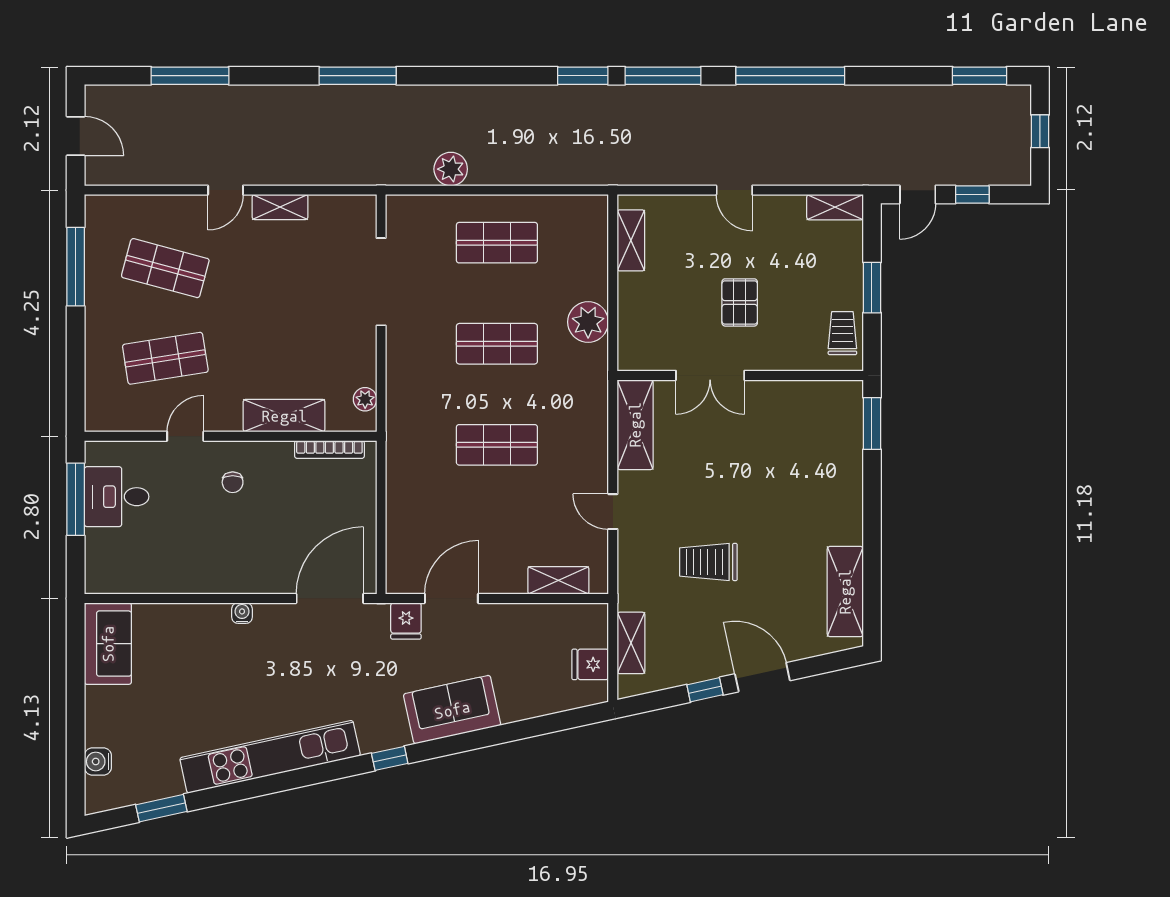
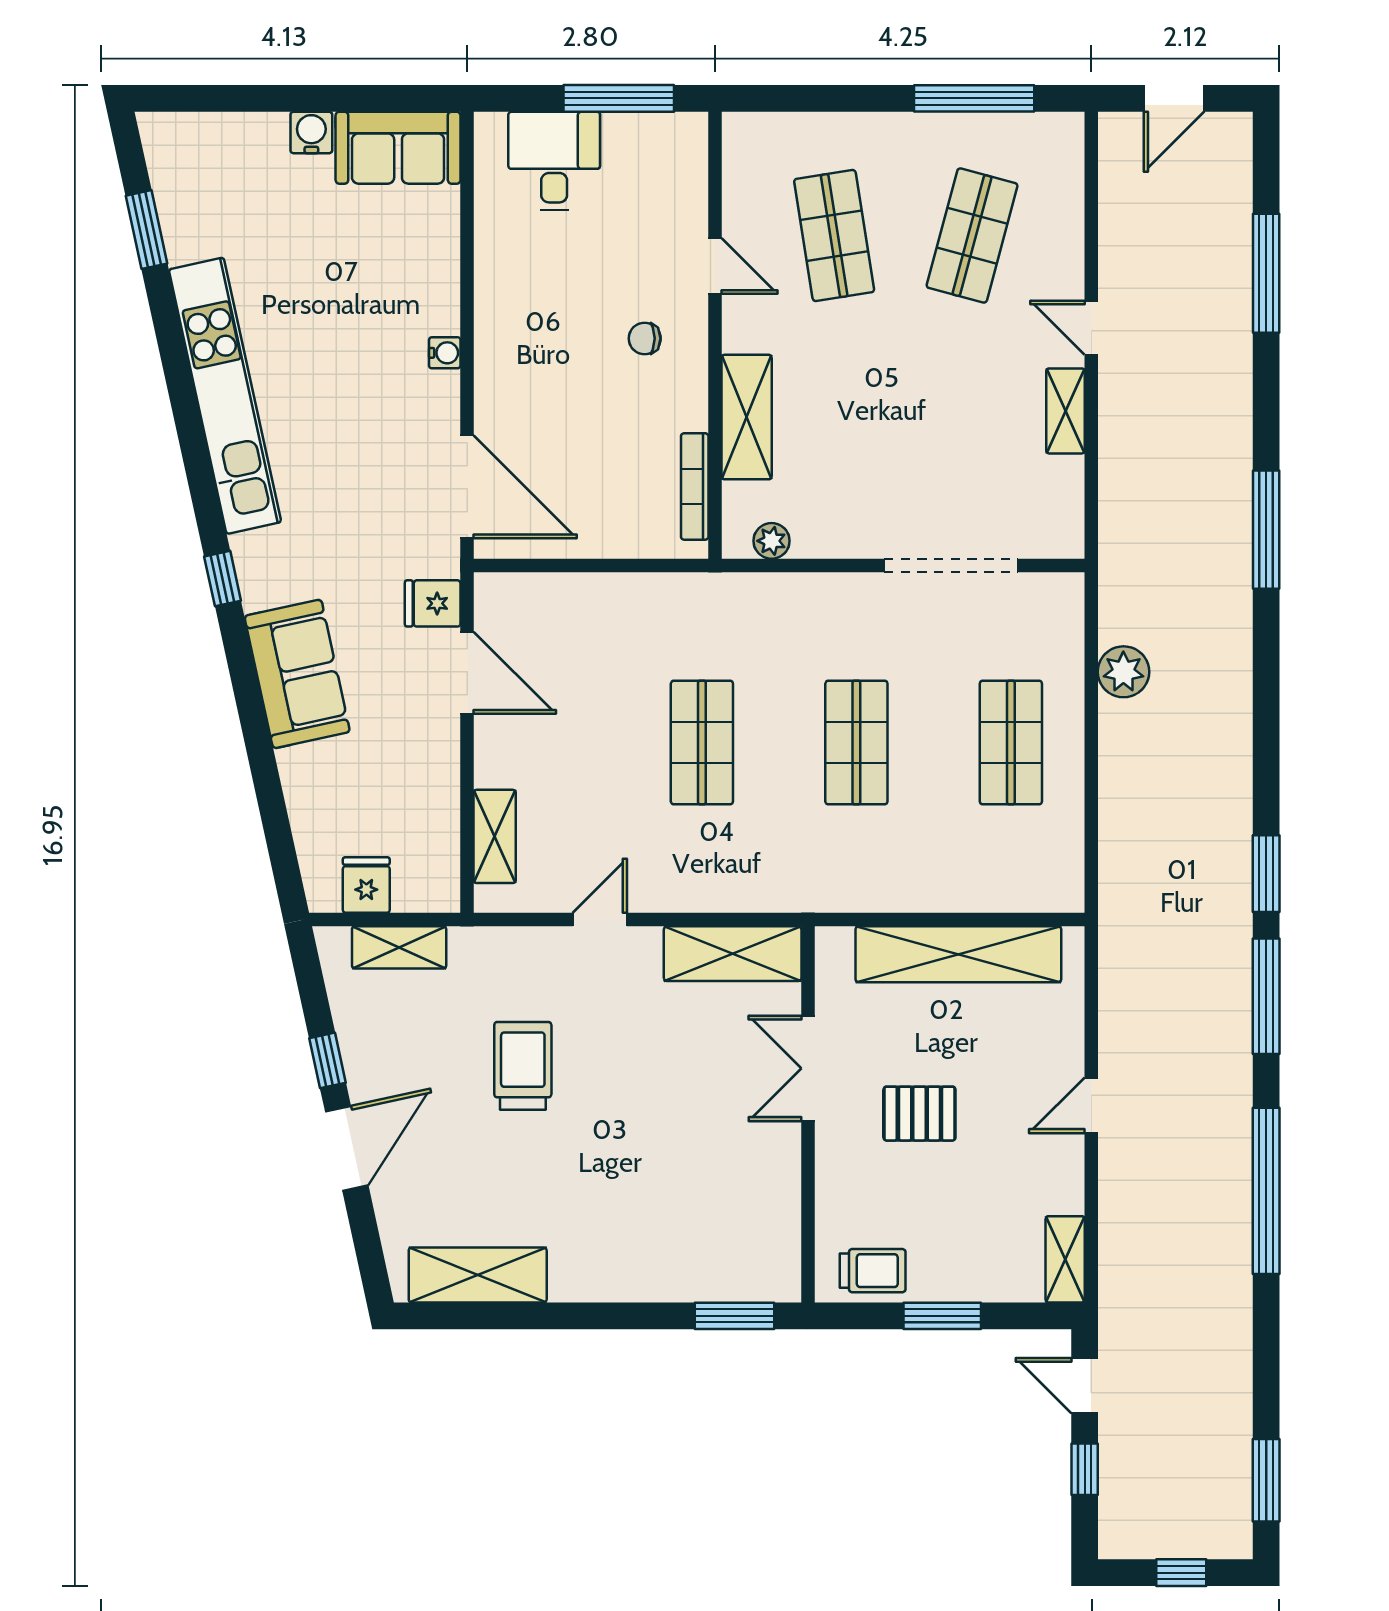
shelving: (631, 240) -> (958, 954), width x2.20, depth x1.33
plant: (588, 322) -> (890, 882), removed
desk: (117, 497) -> (554, 161), moved
water cooler: (98, 761) -> (311, 132), moved

